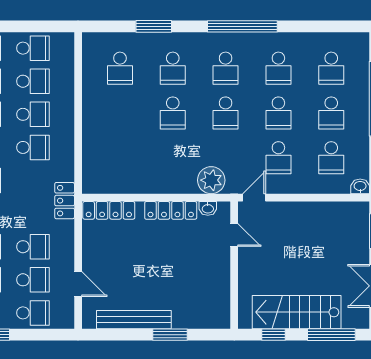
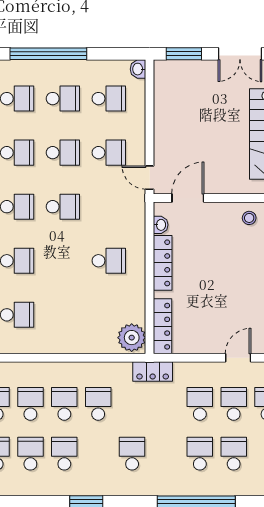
school desk: (173, 113) -> (109, 261), moved
plant: (211, 180) -> (132, 338), moved
door: (234, 235) -> (188, 198), width x1.38
stool: (215, 295) -> (249, 218), added

